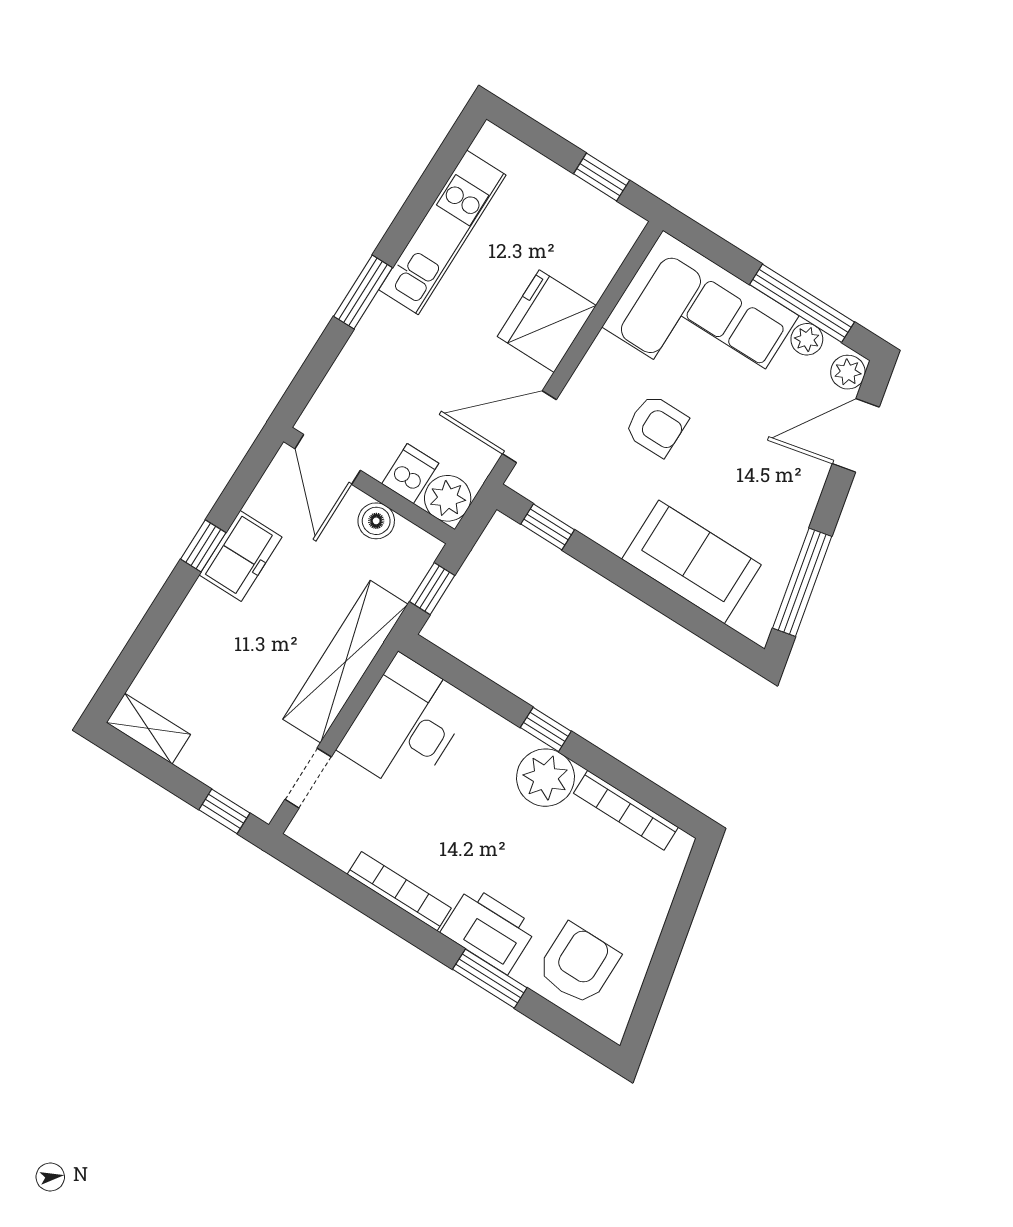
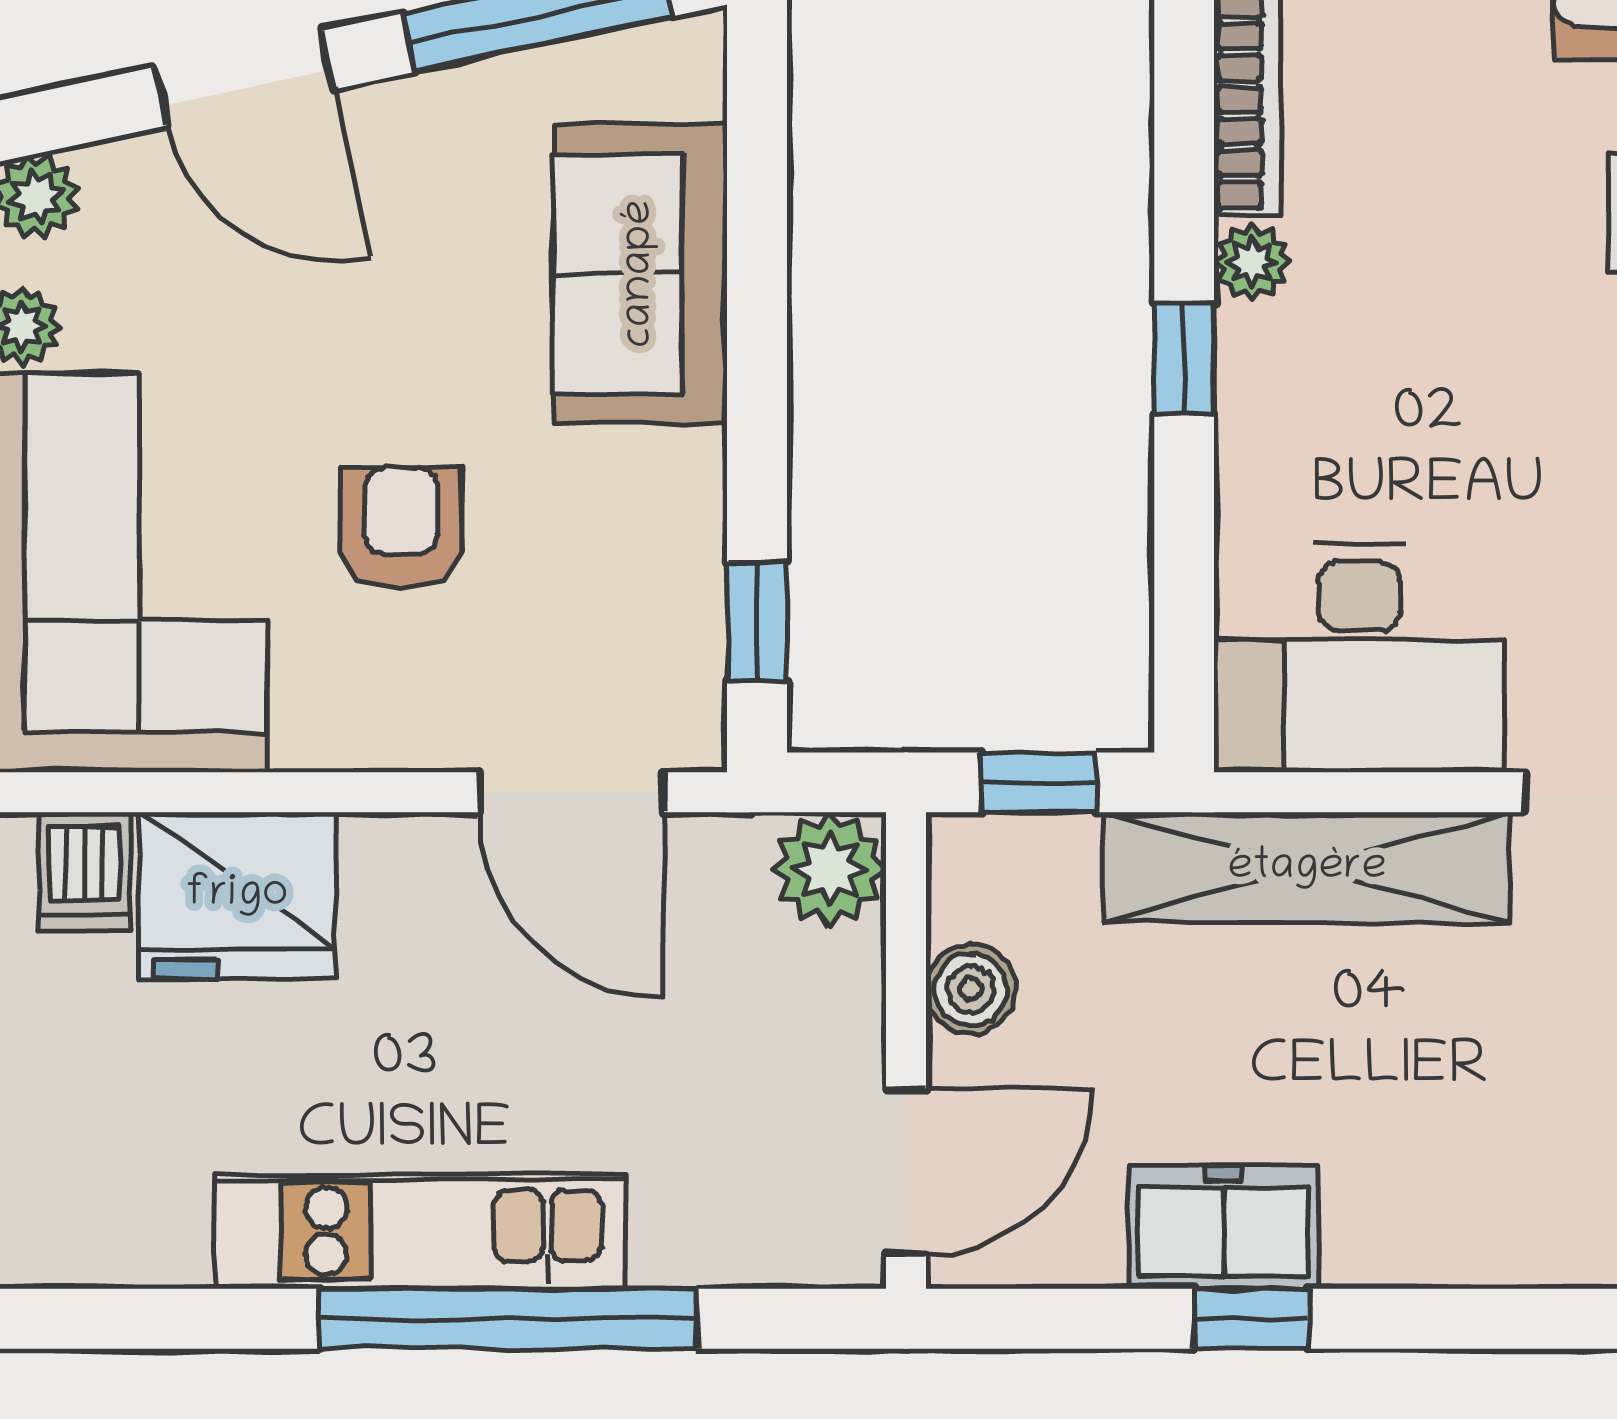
kitchen unit: (442, 232) -> (420, 1231), moved
window: (363, 292) -> (508, 1319), width x2.11
fridge: (547, 321) -> (237, 895), moved
door: (856, 435) -> (245, 78), moved
dishwasher: (410, 474) -> (84, 872), moved, turned -90
plant: (545, 778) -> (1252, 262), width x0.53, depth x0.53

